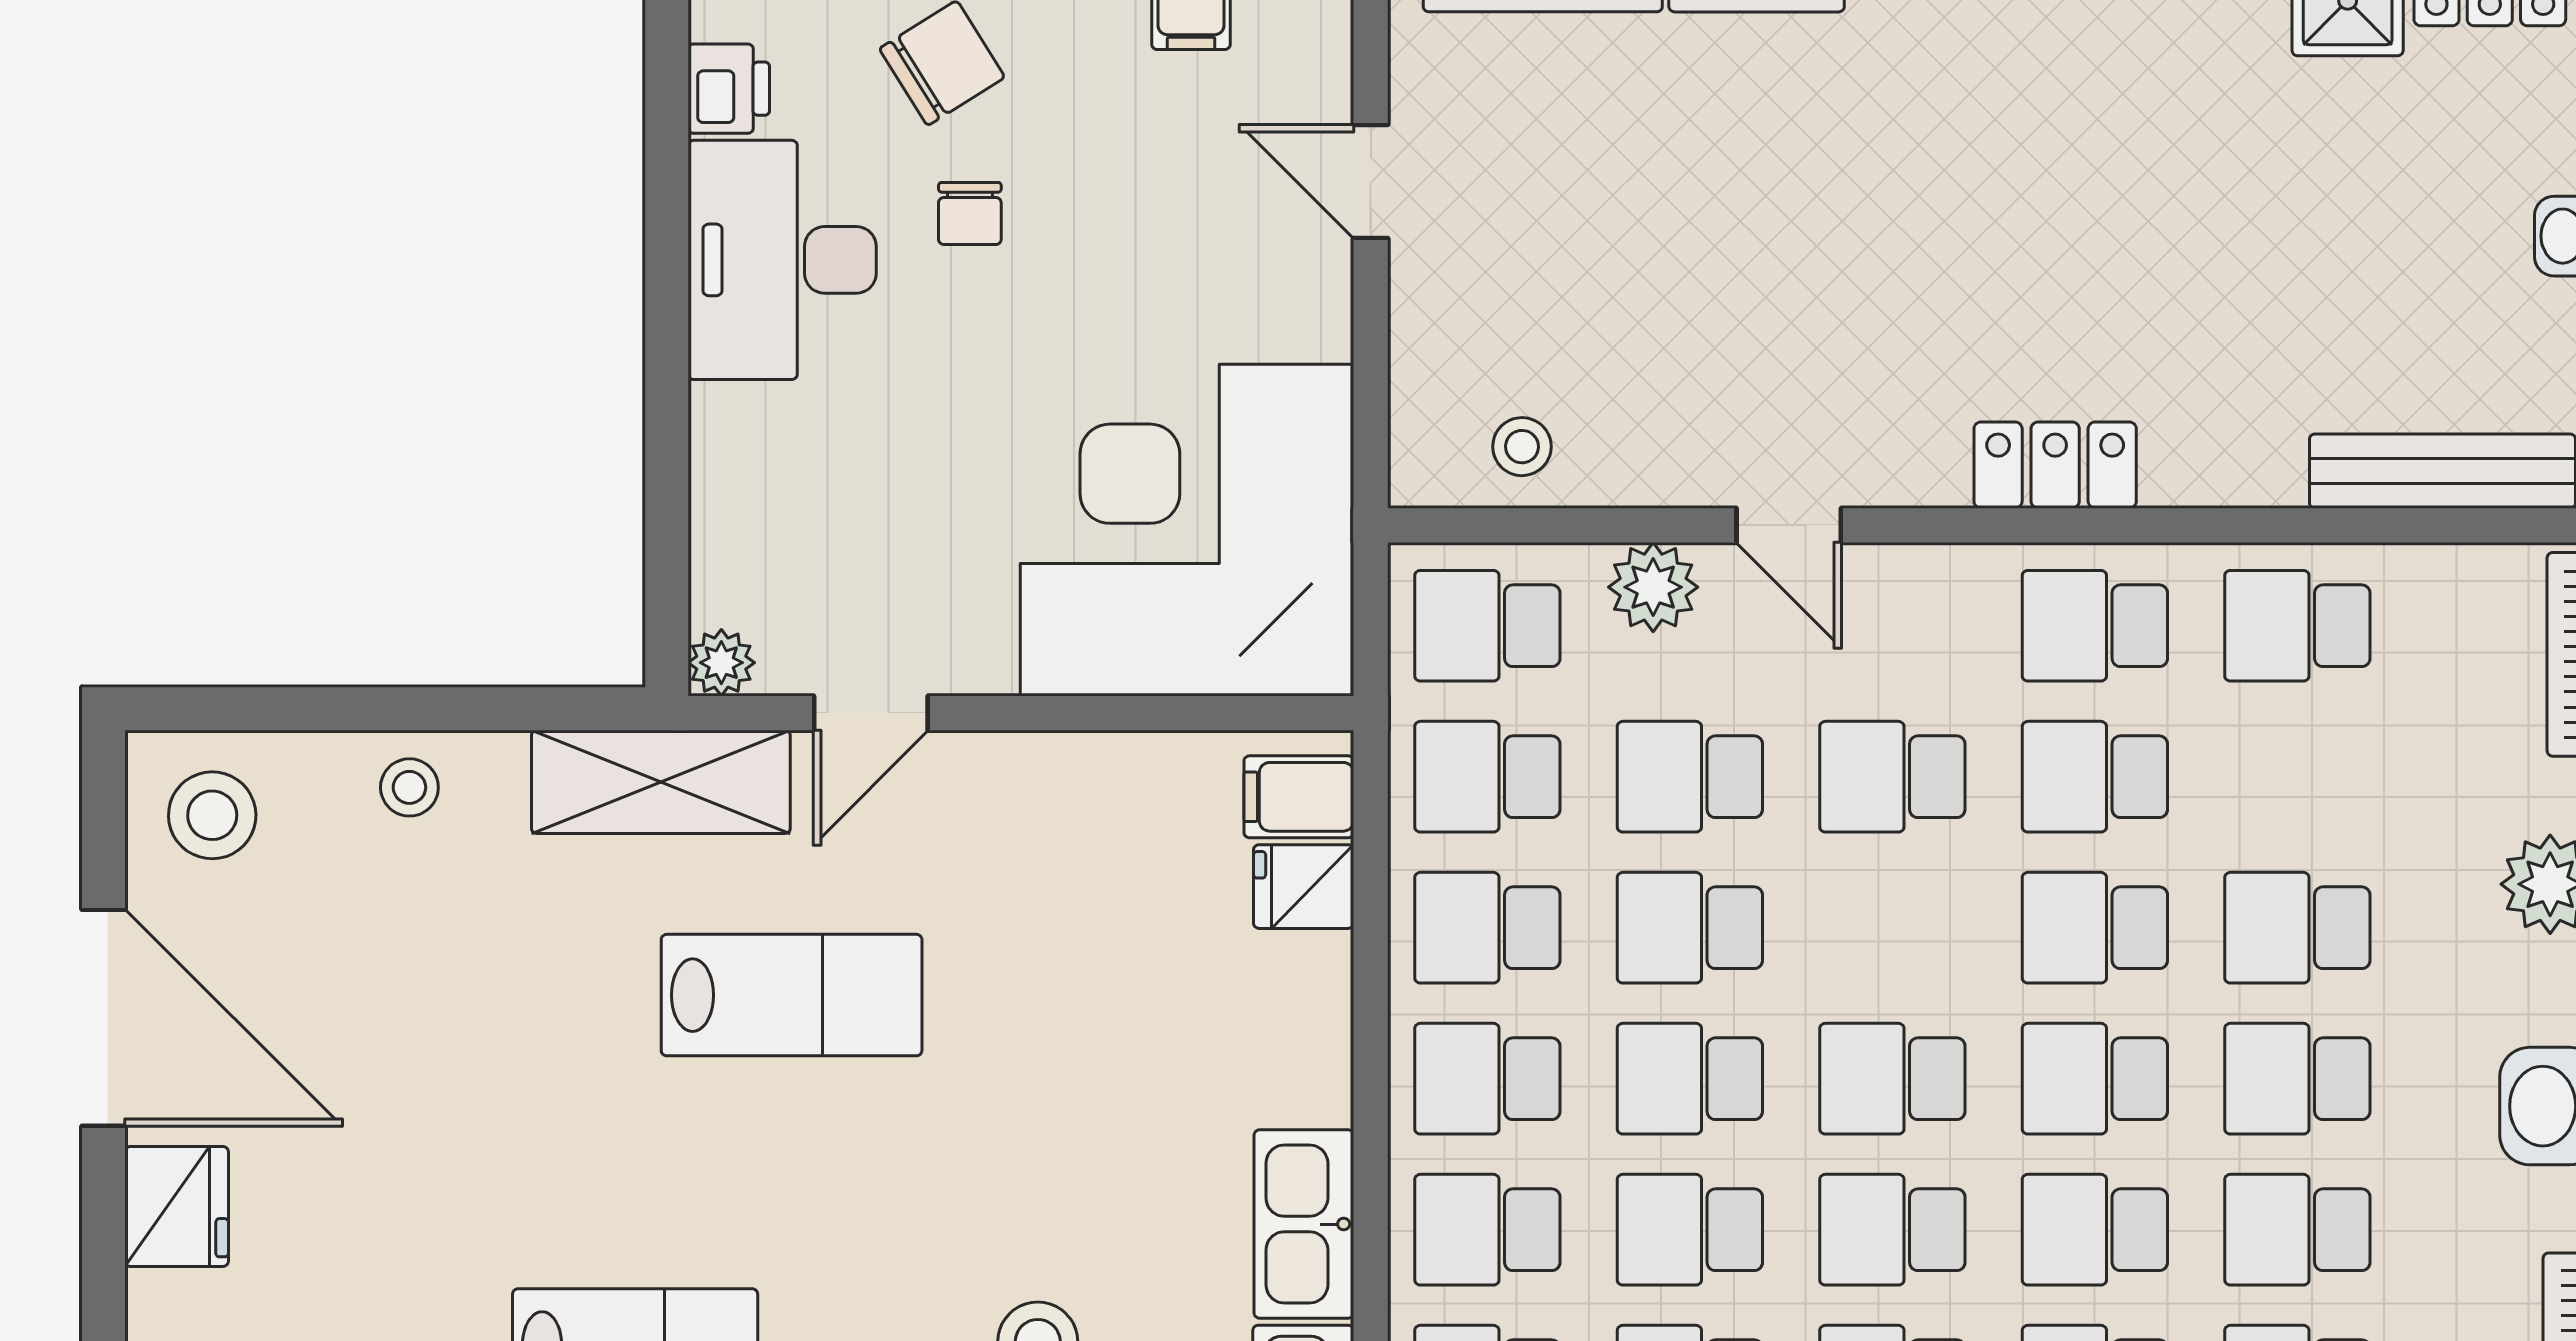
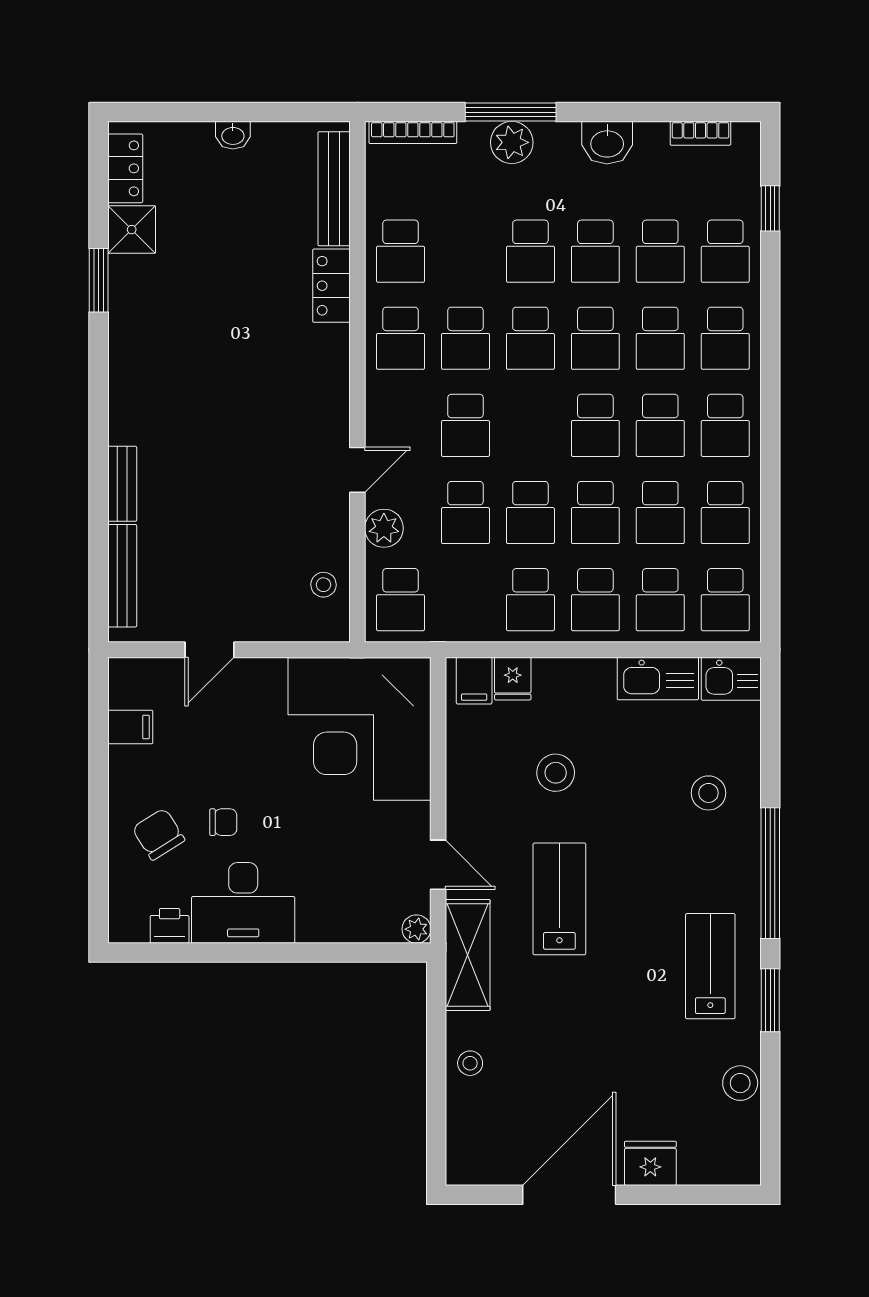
locker: (2055, 465) -> (331, 286), moved
school desk: (1487, 777) -> (465, 600), removed
stool: (212, 815) -> (556, 773), moved

